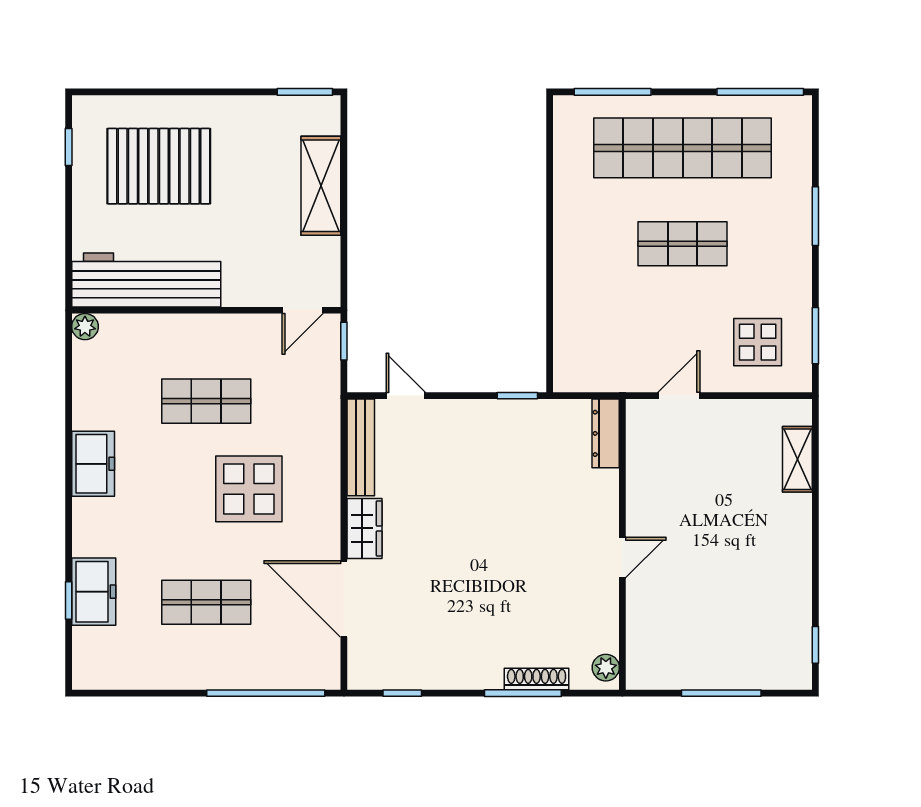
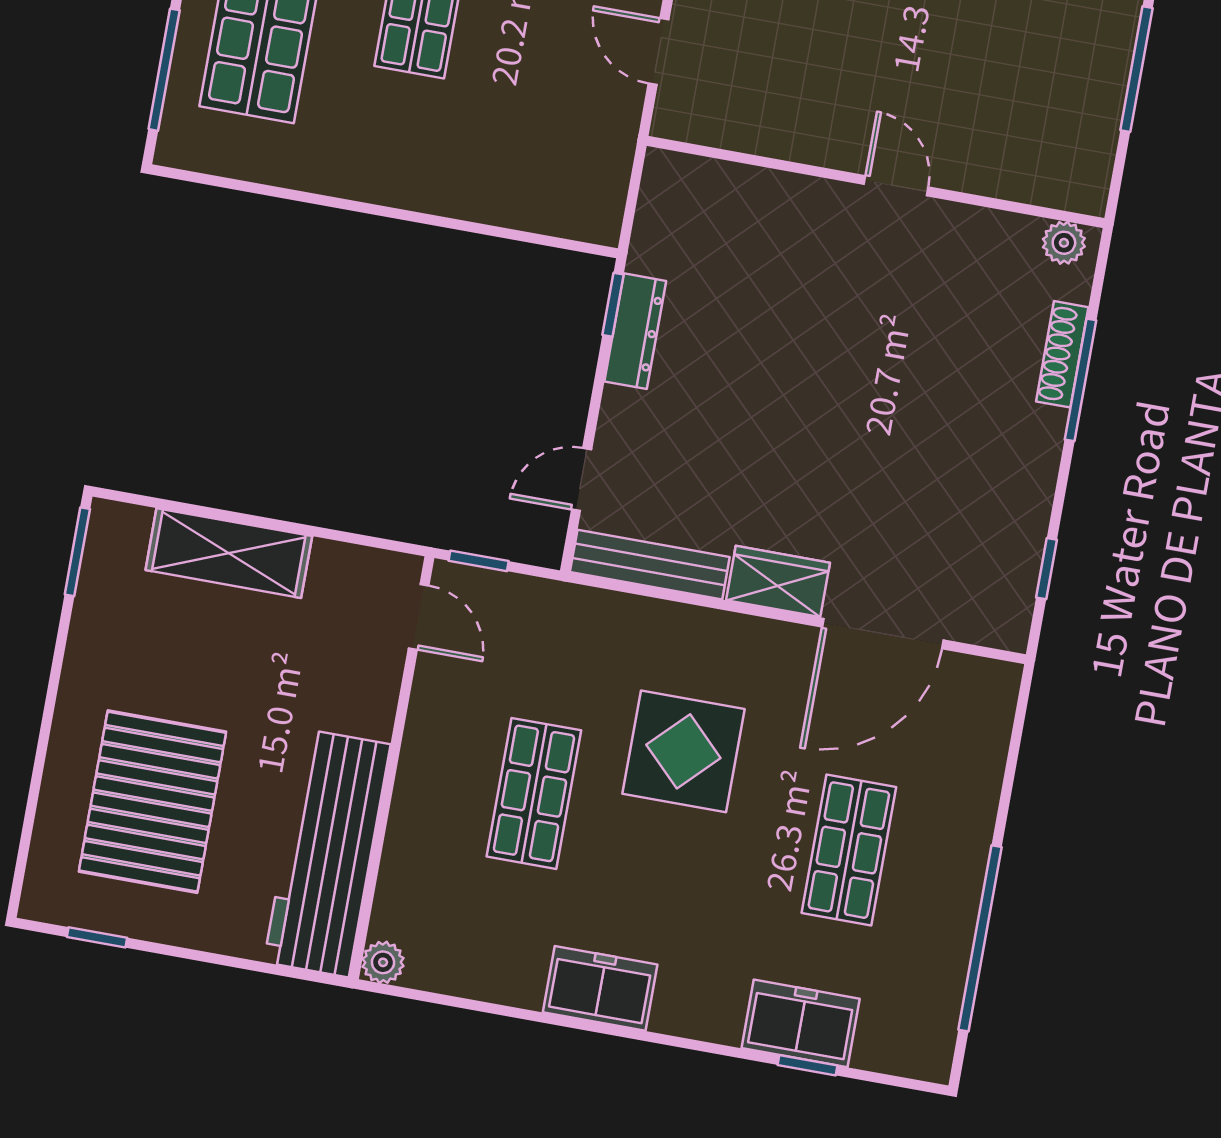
dresser: (606, 433) -> (635, 331), moved, turned -90
window: (266, 693) -> (980, 938), moved

